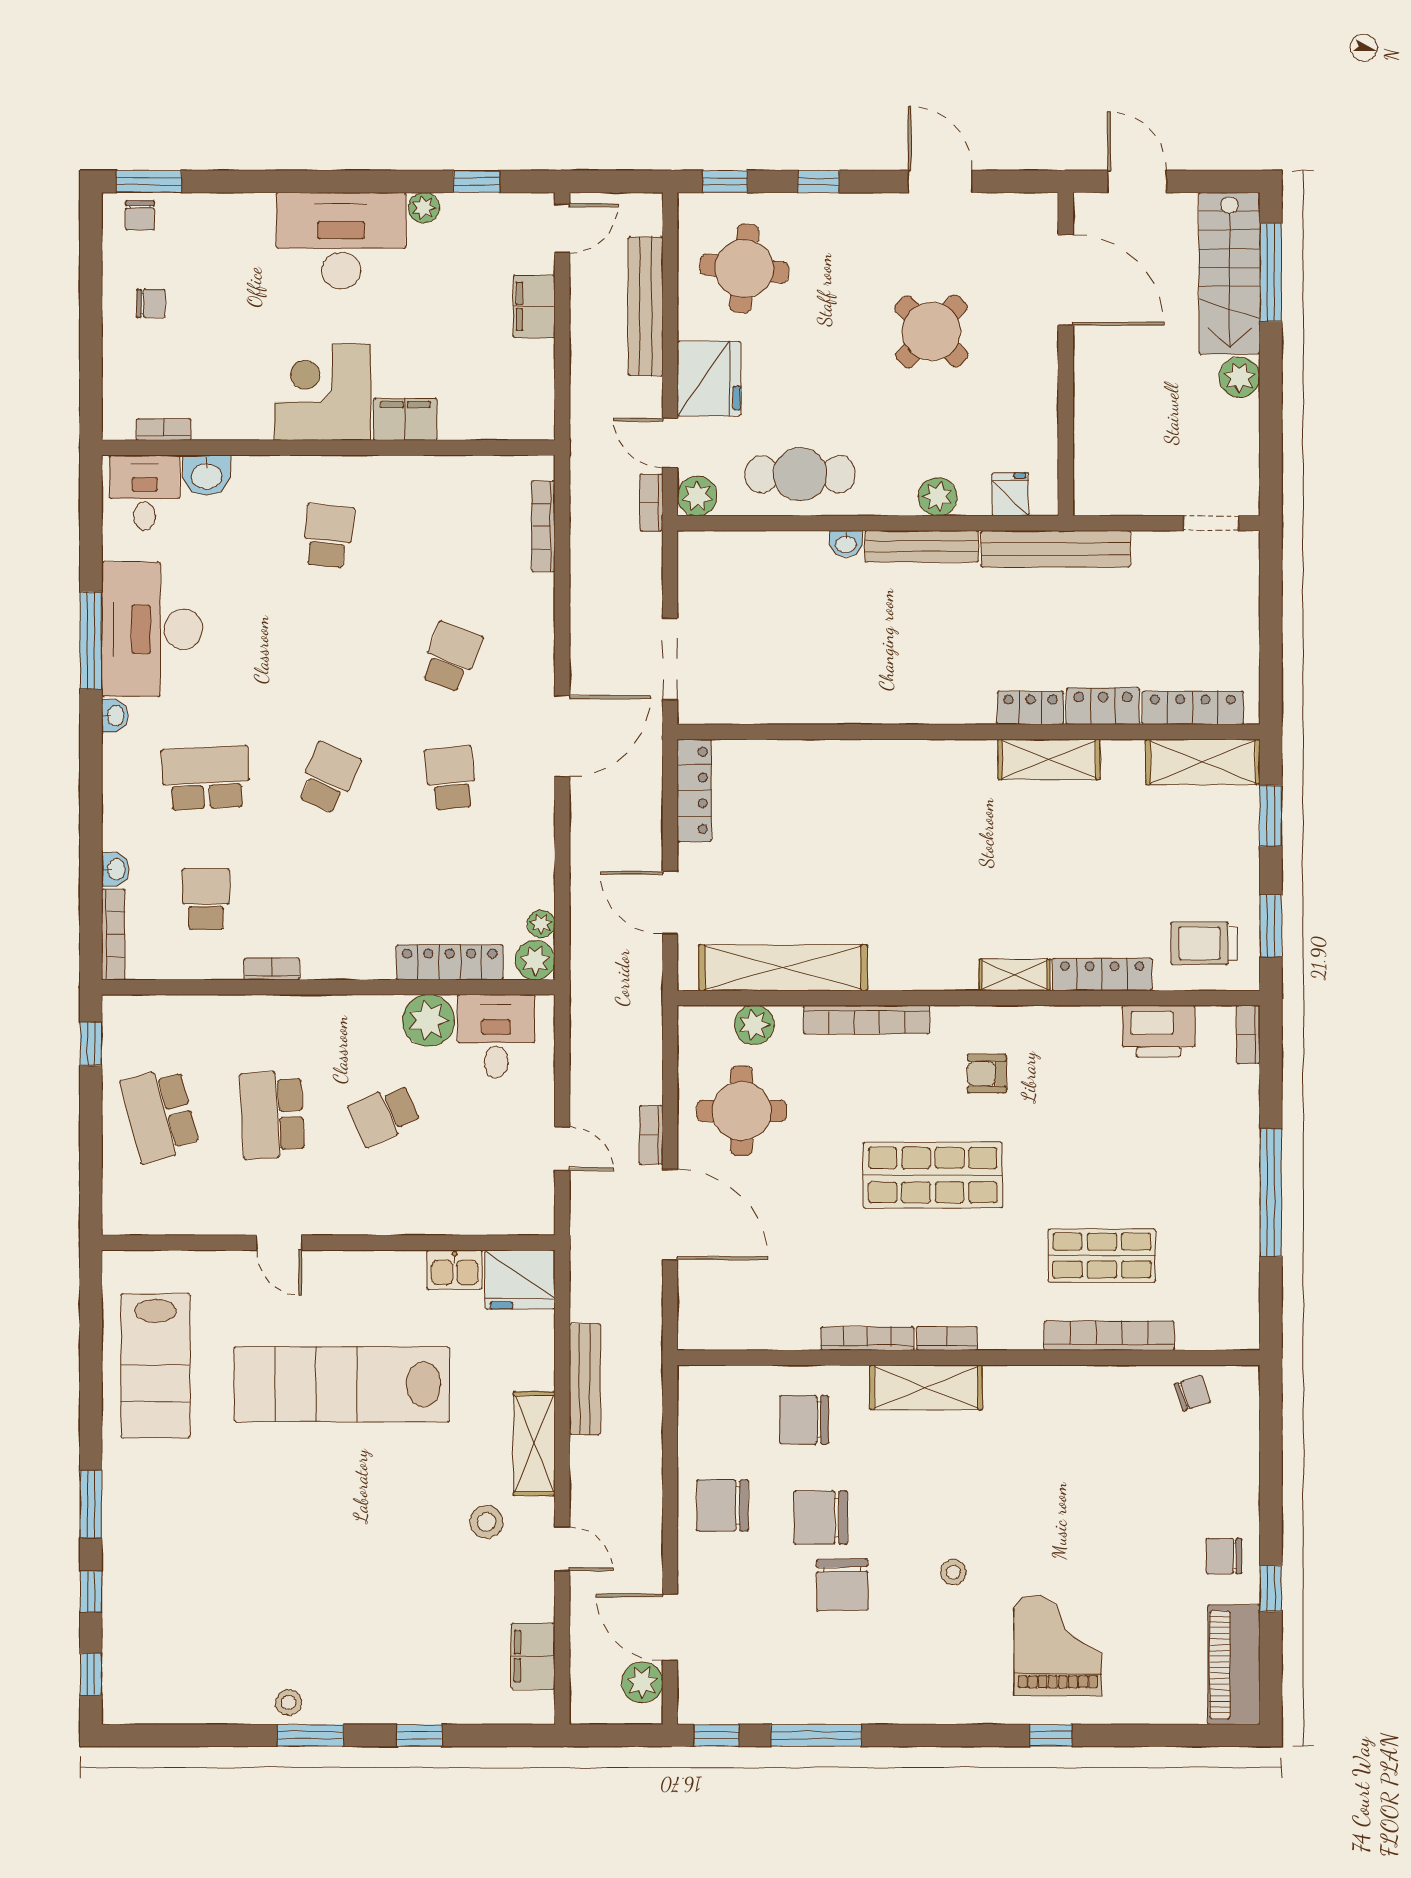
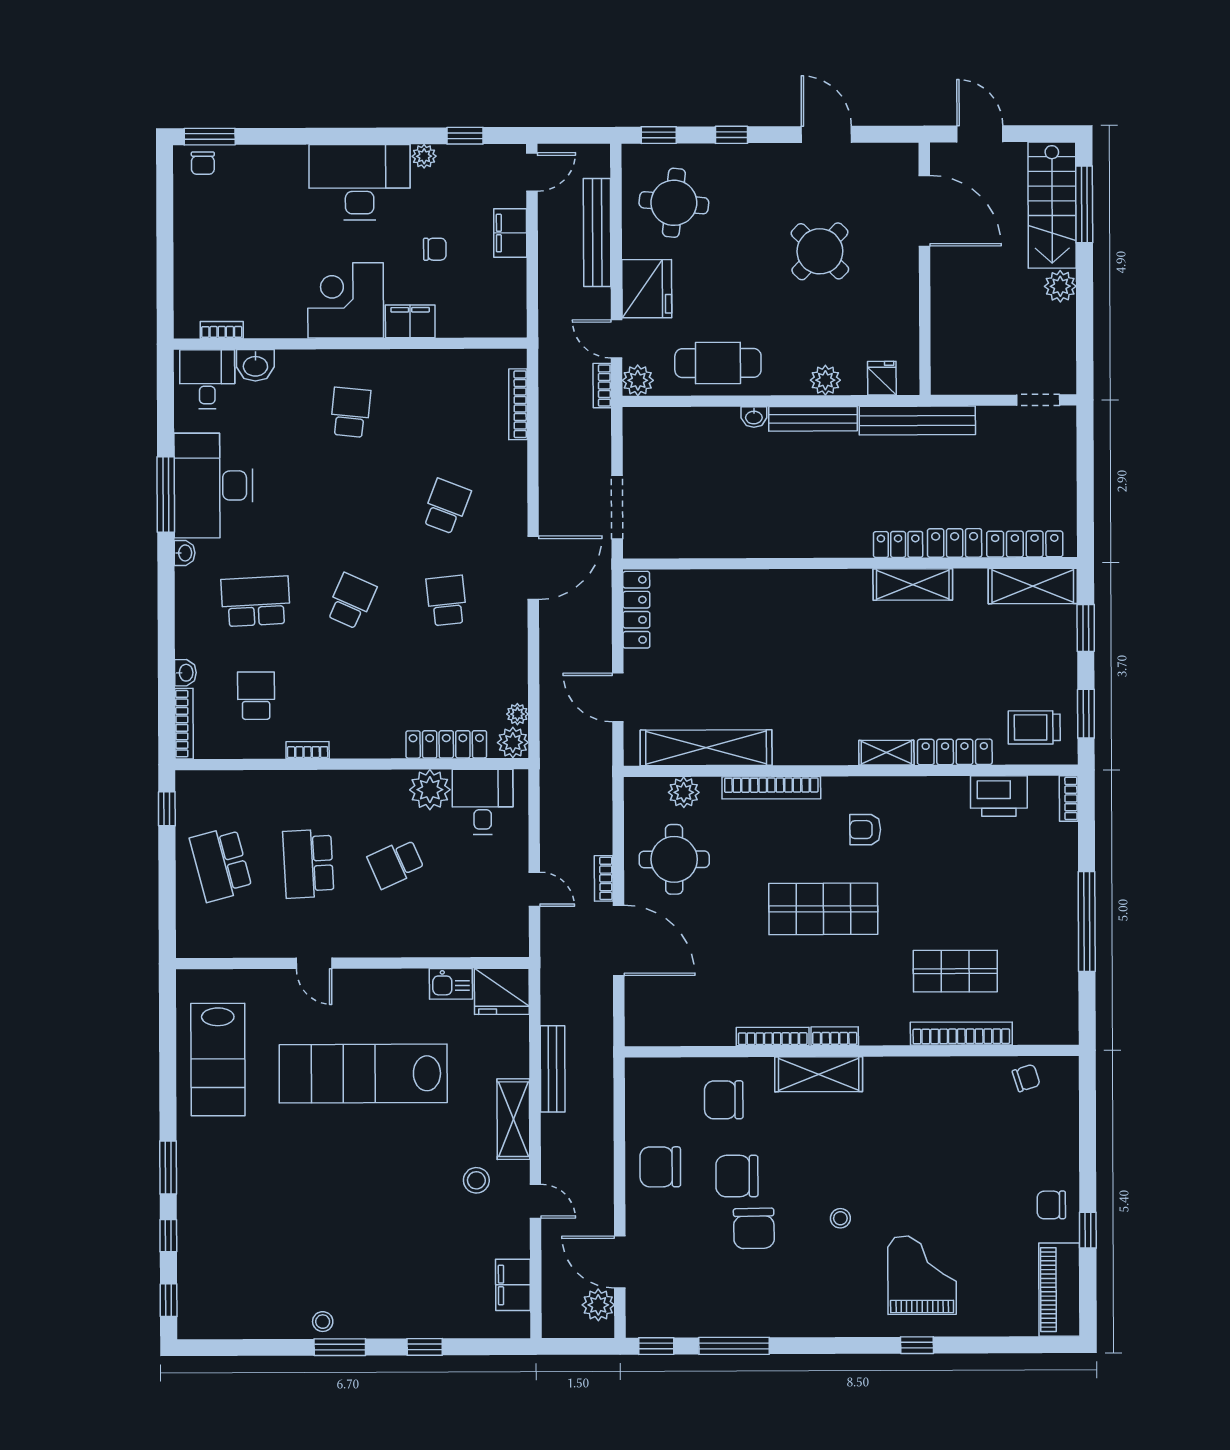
chair: (151, 303) -> (435, 249), moved

